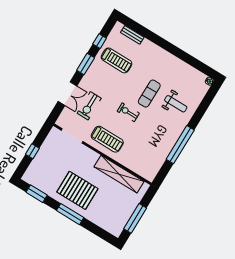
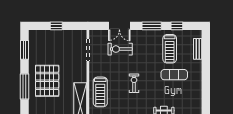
exercise mat: (149, 94) -> (174, 75), moved
treadmill: (107, 139) -> (100, 92), moved

